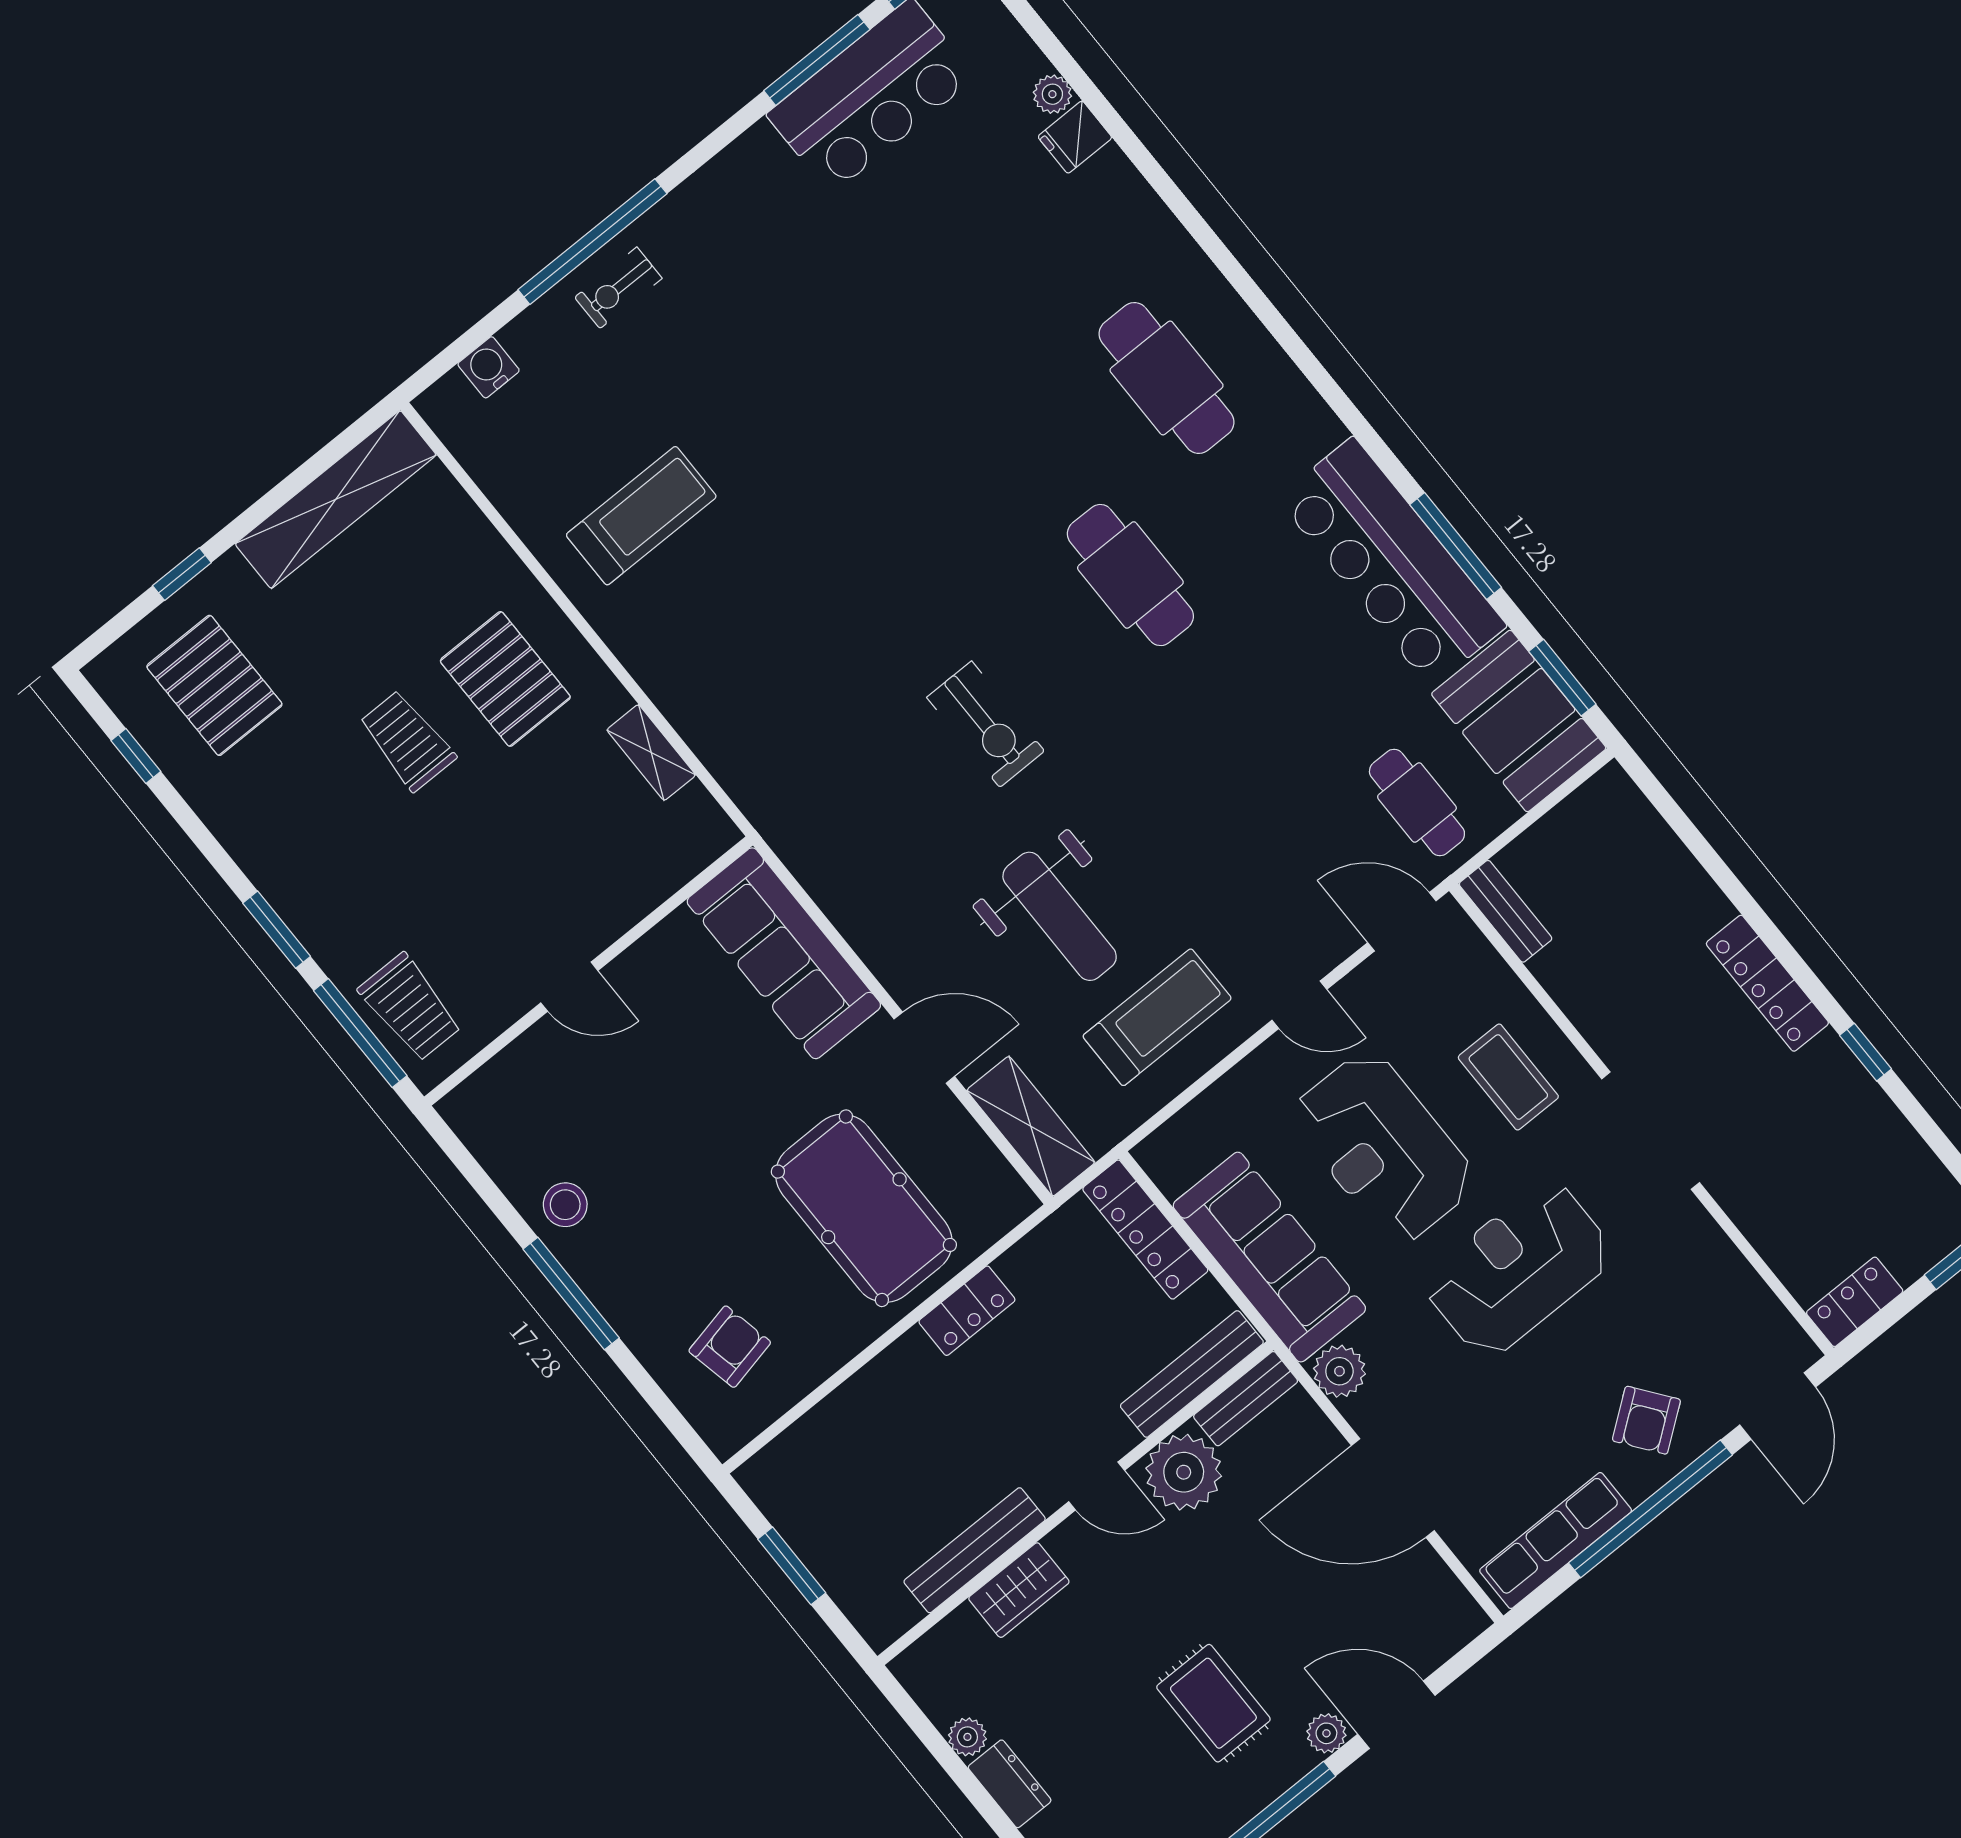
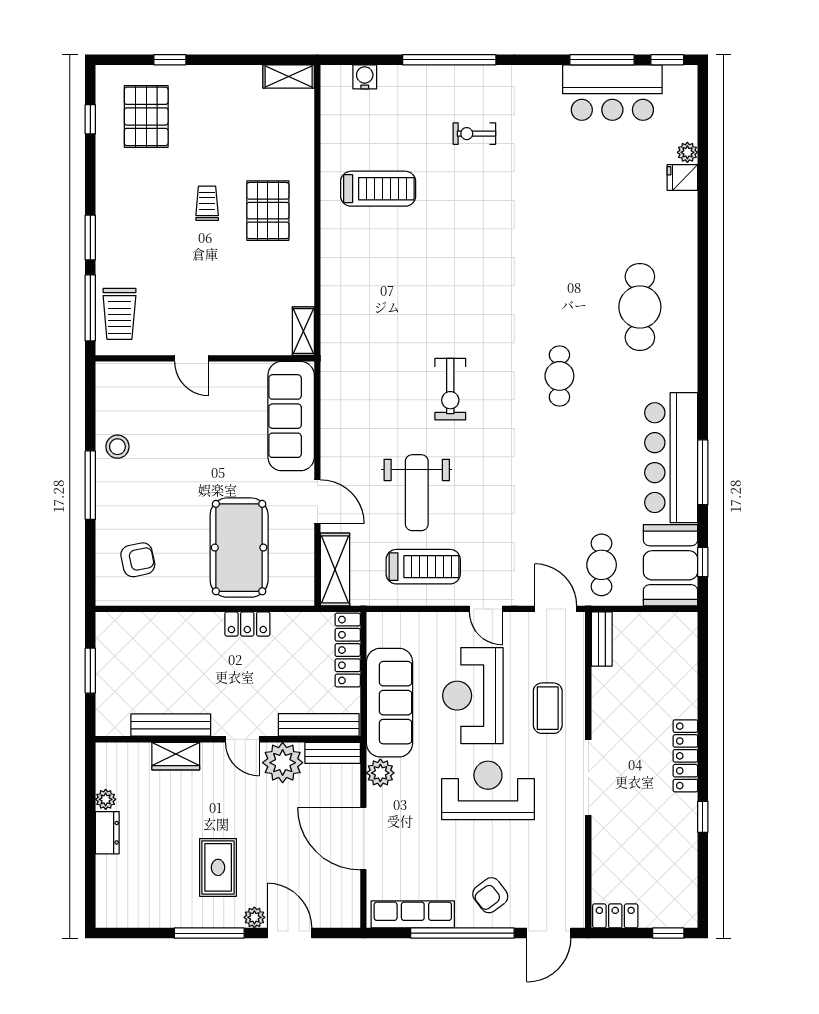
exercise bike: (618, 288) -> (474, 134), moved
shelving: (336, 499) -> (289, 76), width x0.45, depth x0.75
cafe table: (1130, 575) -> (559, 376), width x0.73, depth x0.74
window: (1562, 678) -> (703, 562), width x0.67
trolley: (407, 741) -> (207, 203), width x0.73, depth x0.72
shelving: (651, 753) -> (303, 331), moved

